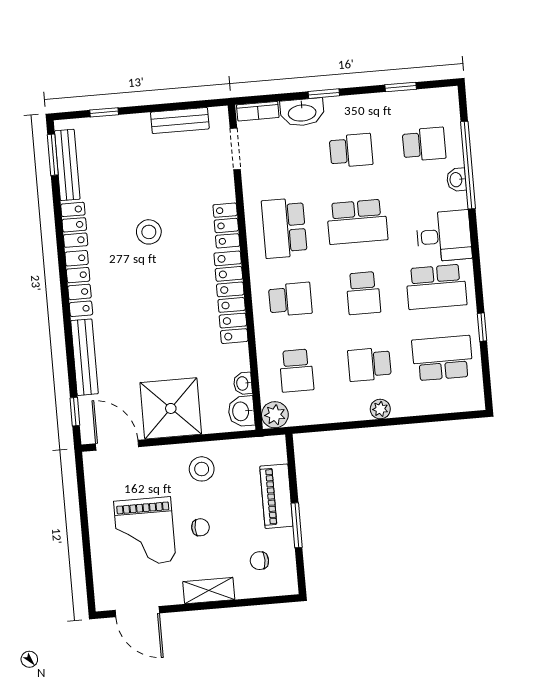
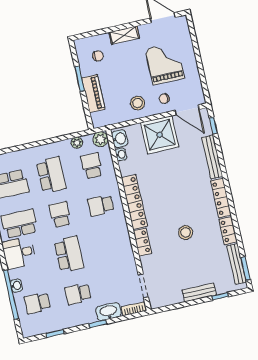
bench: (180, 120) -> (199, 292), moved
school desk: (357, 222) -> (69, 254), turned 90
school desk: (284, 228) -> (110, 245), removed
school desk: (369, 364) -> (51, 175), width x1.85
plant: (380, 409) -> (77, 143), moved
chair: (200, 527) -> (164, 99), moved

